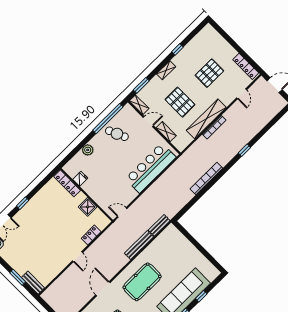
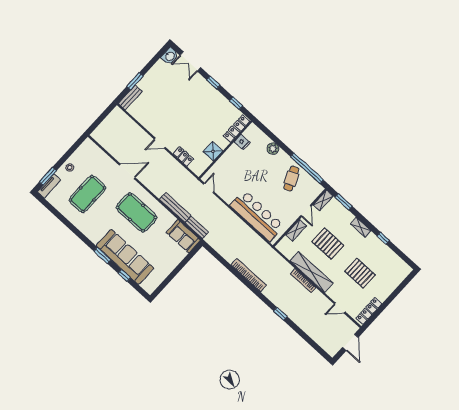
pallet: (180, 102) -> (328, 243), turned 90
window: (43, 183) -> (236, 103), added
sofa: (167, 239) -> (183, 236), added

